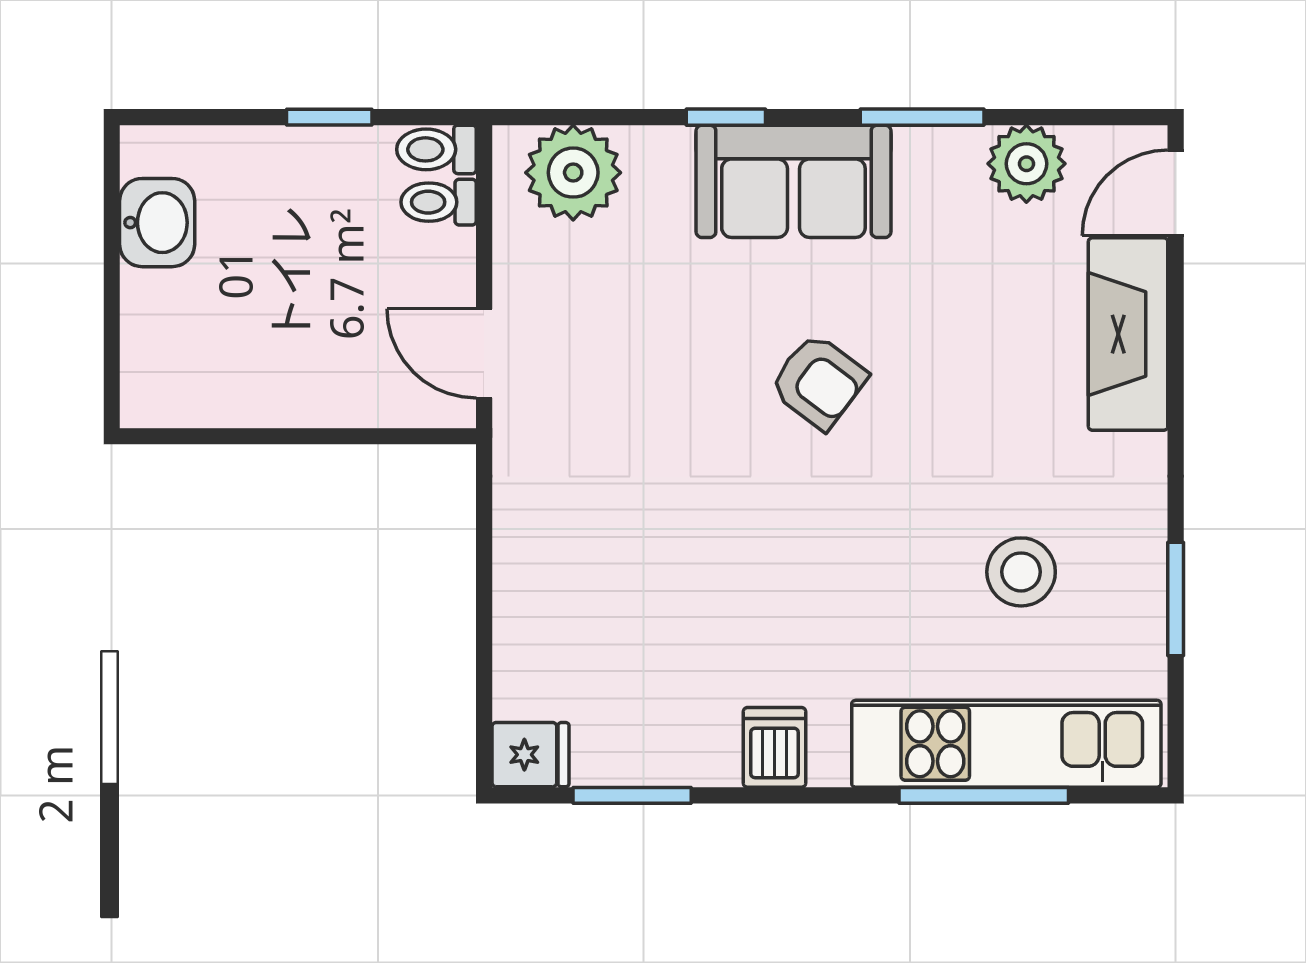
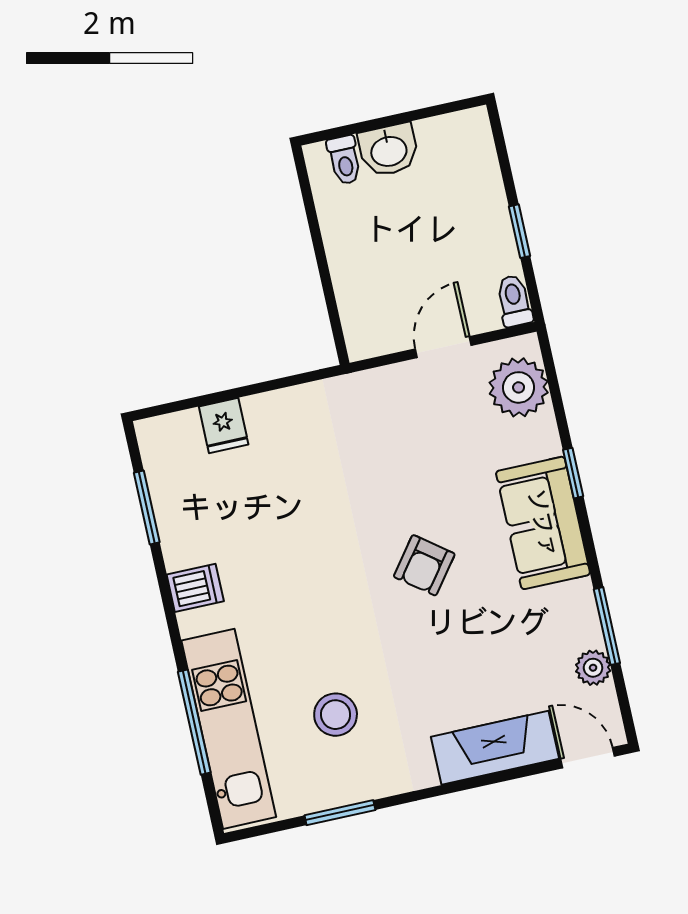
window: (922, 117) -> (607, 626), moved
plant: (1026, 164) -> (593, 668), width x0.73, depth x0.73
toilet: (439, 202) -> (344, 160), moved, turned 180
washbasin: (157, 223) -> (389, 150), moved
door: (484, 354) -> (443, 347), moved
fridge: (531, 755) -> (224, 426), moved

